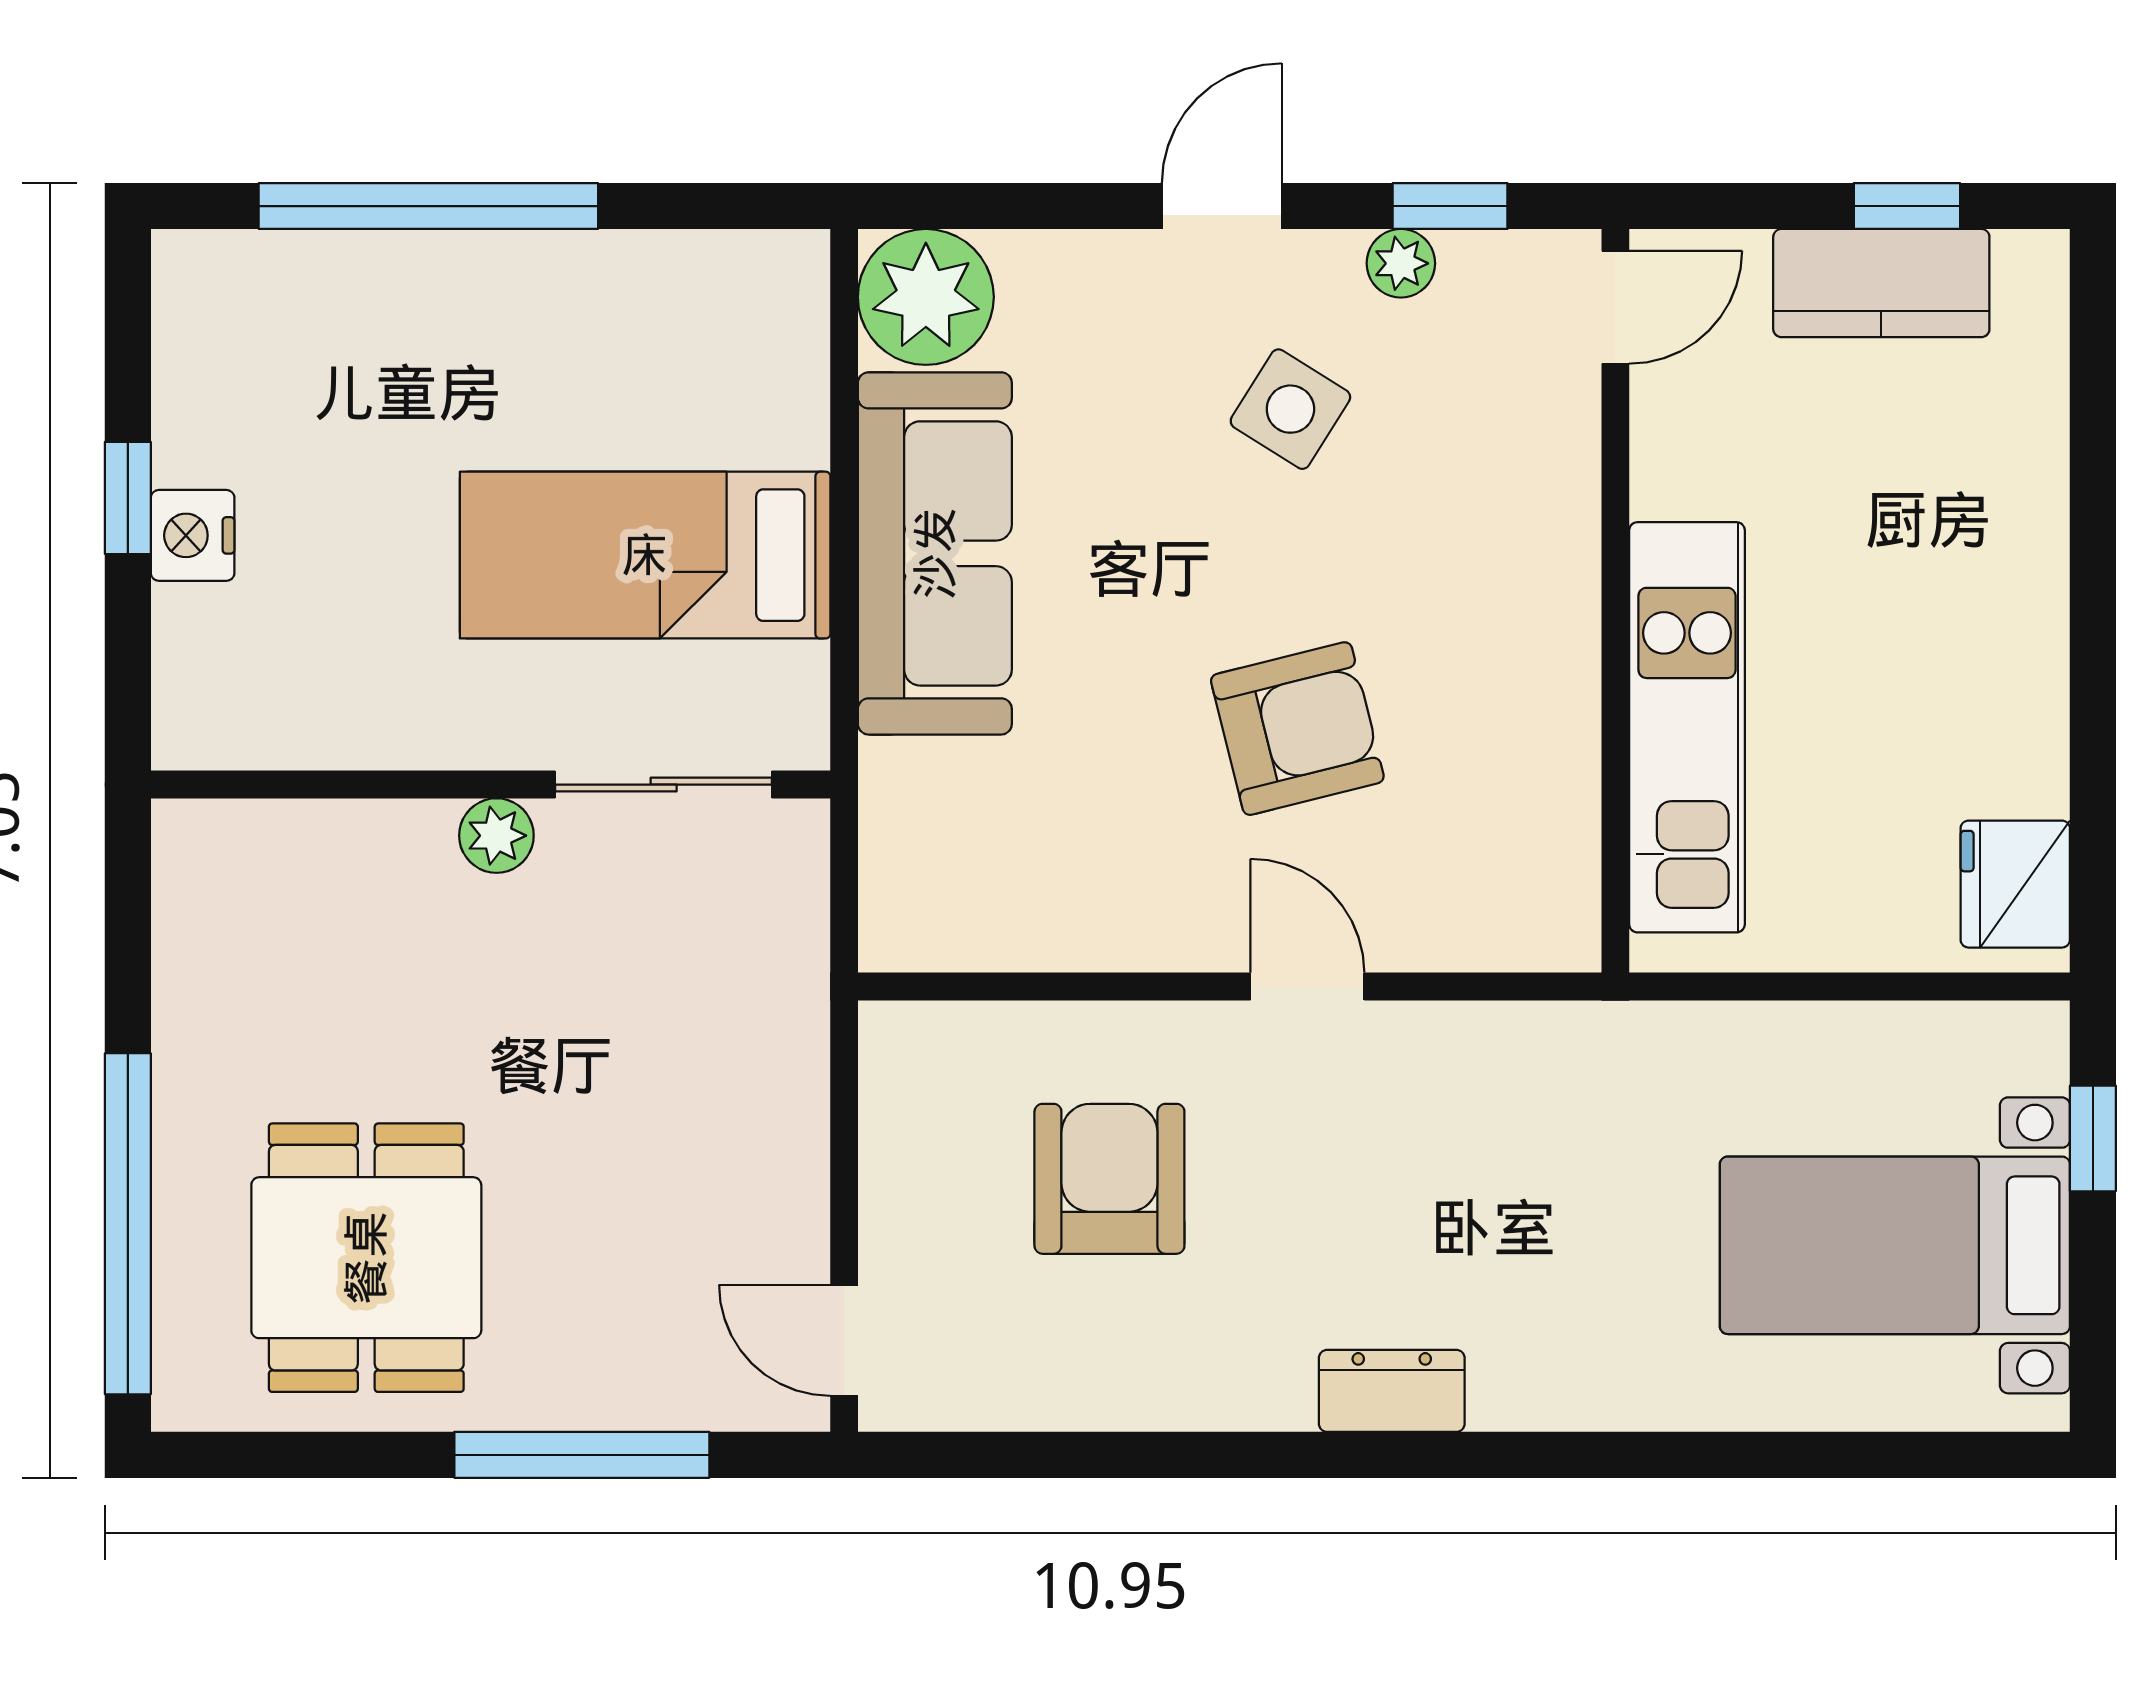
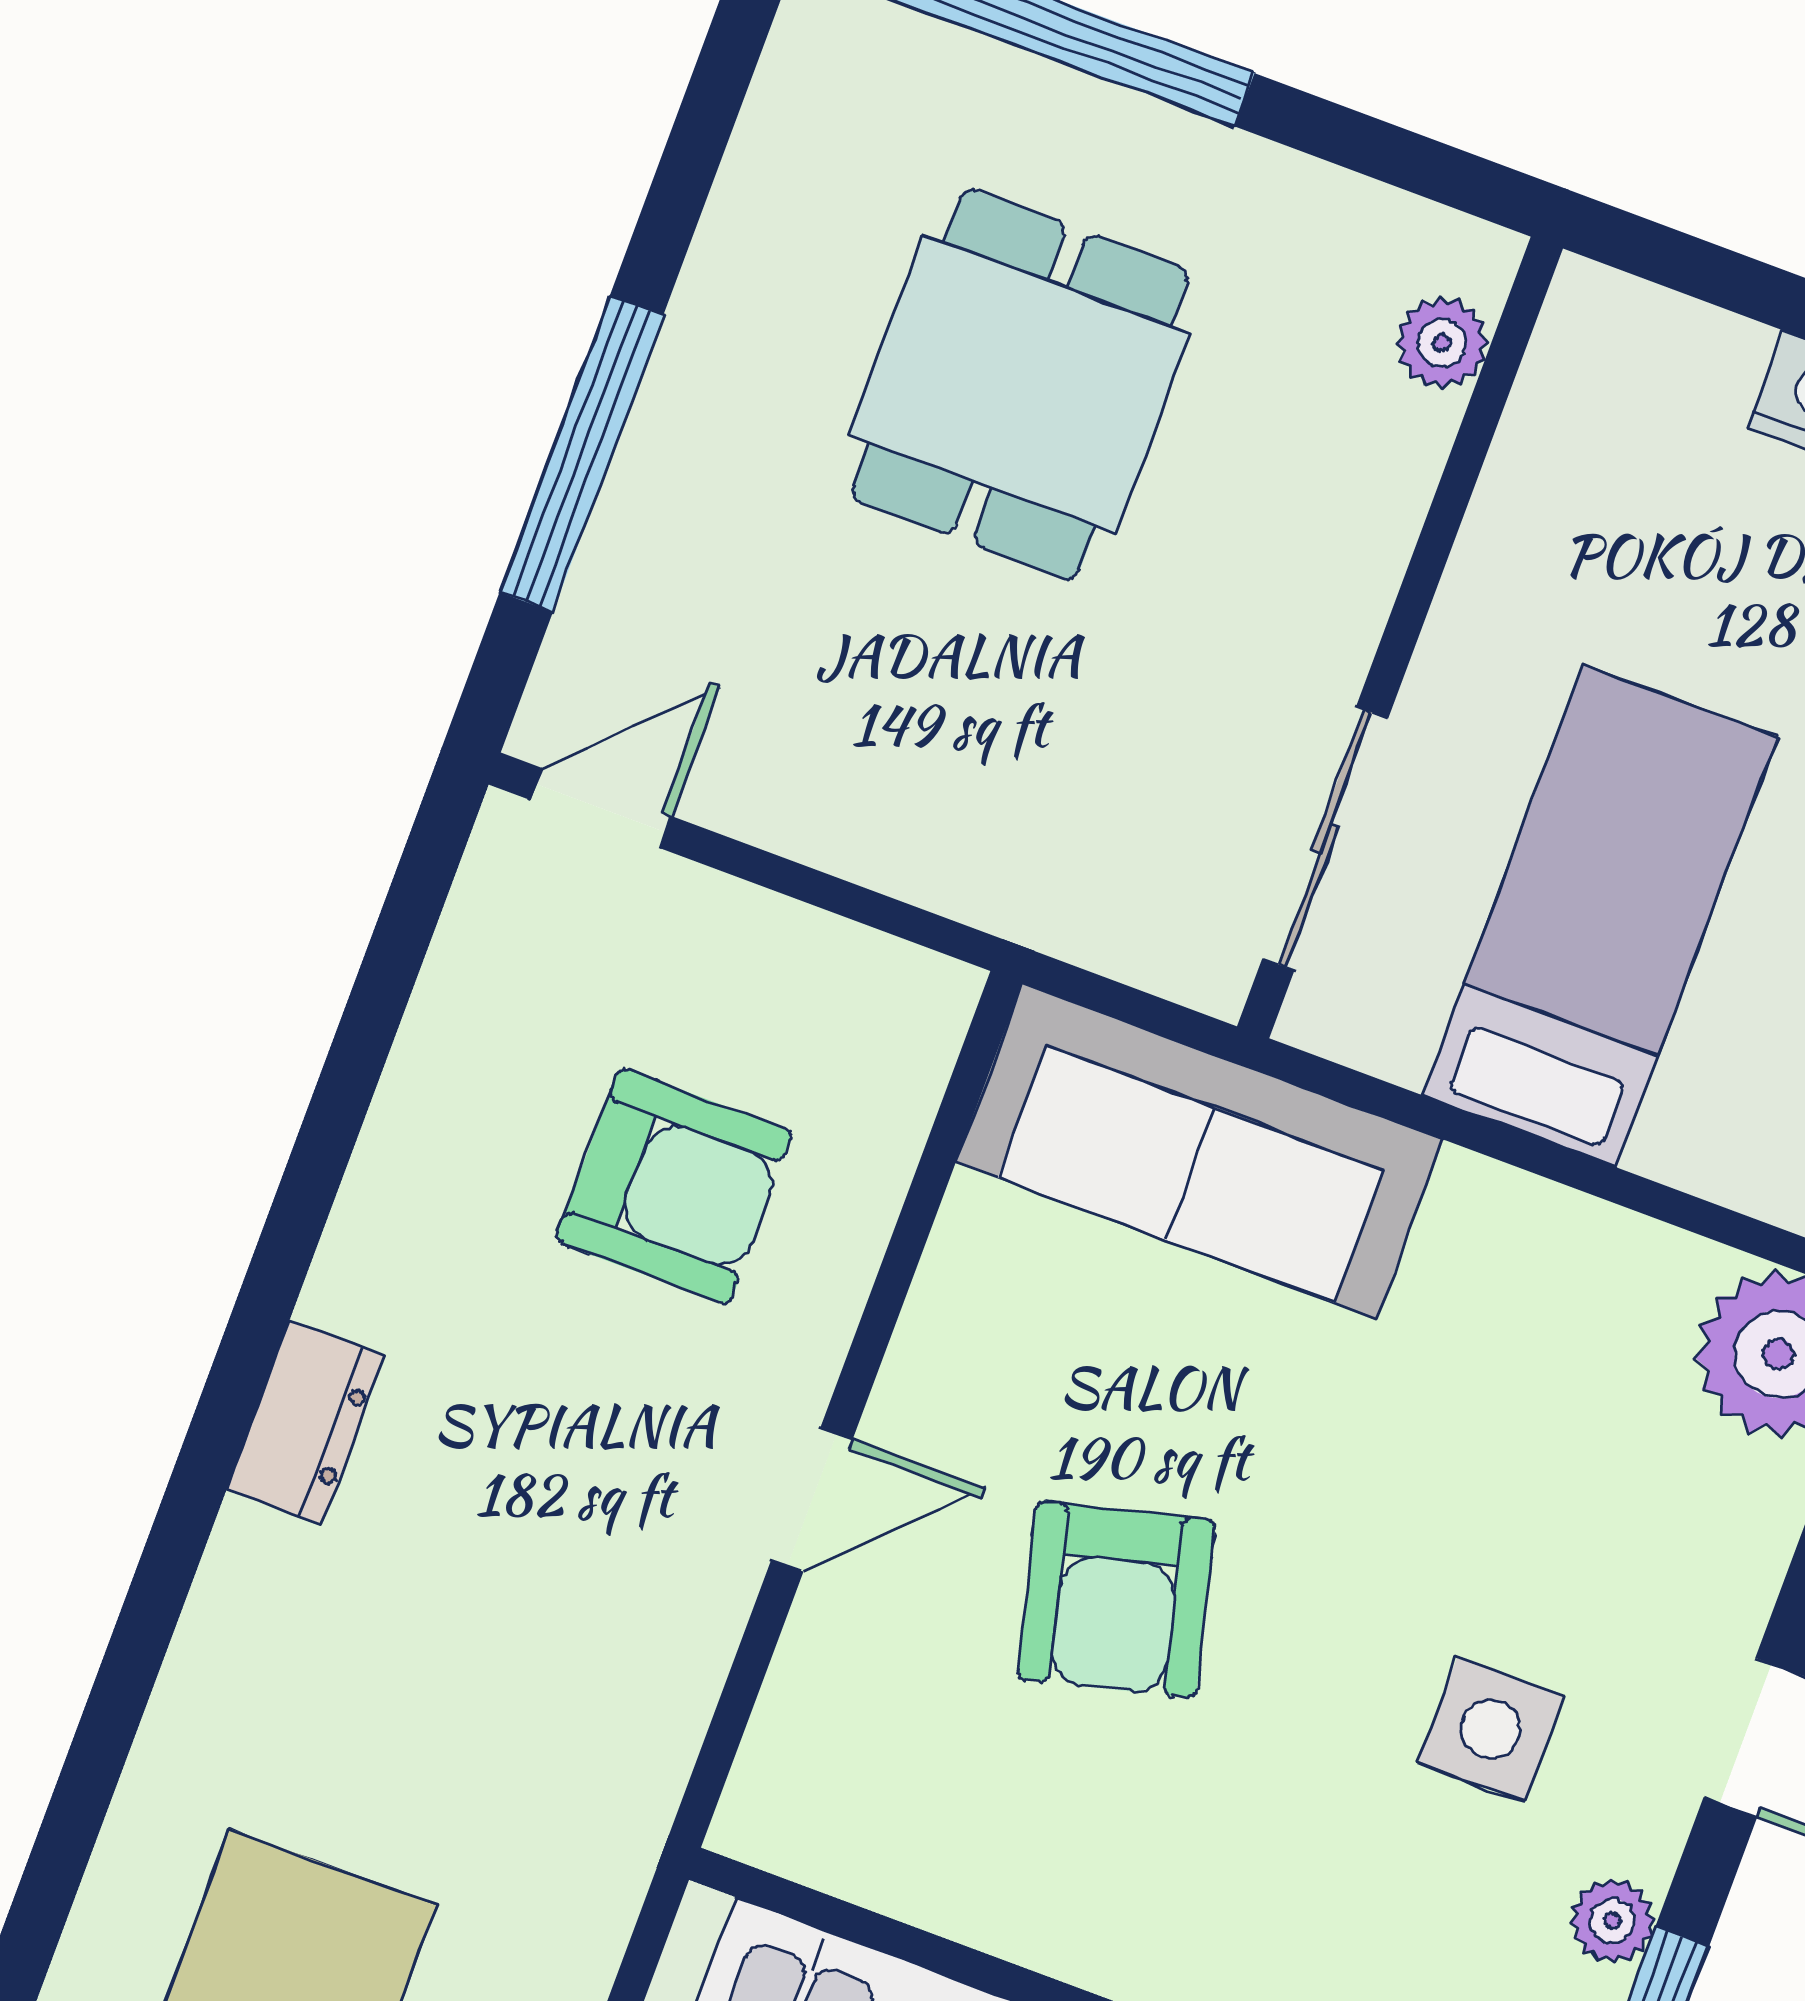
side table: (1290, 409) -> (1491, 1729), turned -32
sofa: (935, 553) -> (1200, 1151), moved
plant: (496, 836) -> (1442, 343), moved
dining table: (366, 1258) -> (1020, 384), moved, turned 90

